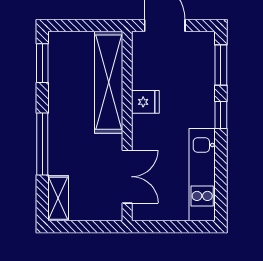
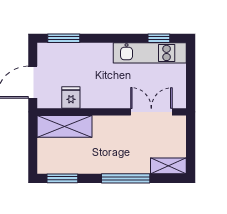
shelving: (109, 82) -> (65, 126), width x0.68
fridge: (145, 102) -> (71, 98), moved
window: (221, 115) -> (159, 38), moved

